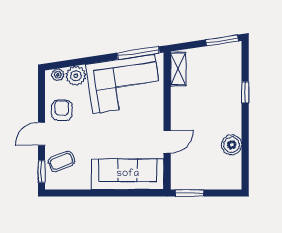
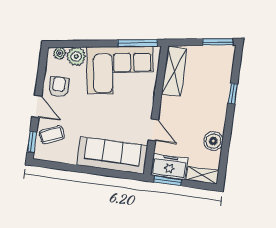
shelving: (178, 69) -> (174, 71), width x1.50, depth x1.33
door: (42, 134) -> (37, 106), swing flipped
door: (167, 142) -> (153, 130), hinge flipped
freezer: (189, 178) -> (169, 167), added
shelving: (225, 182) -> (202, 175), added

